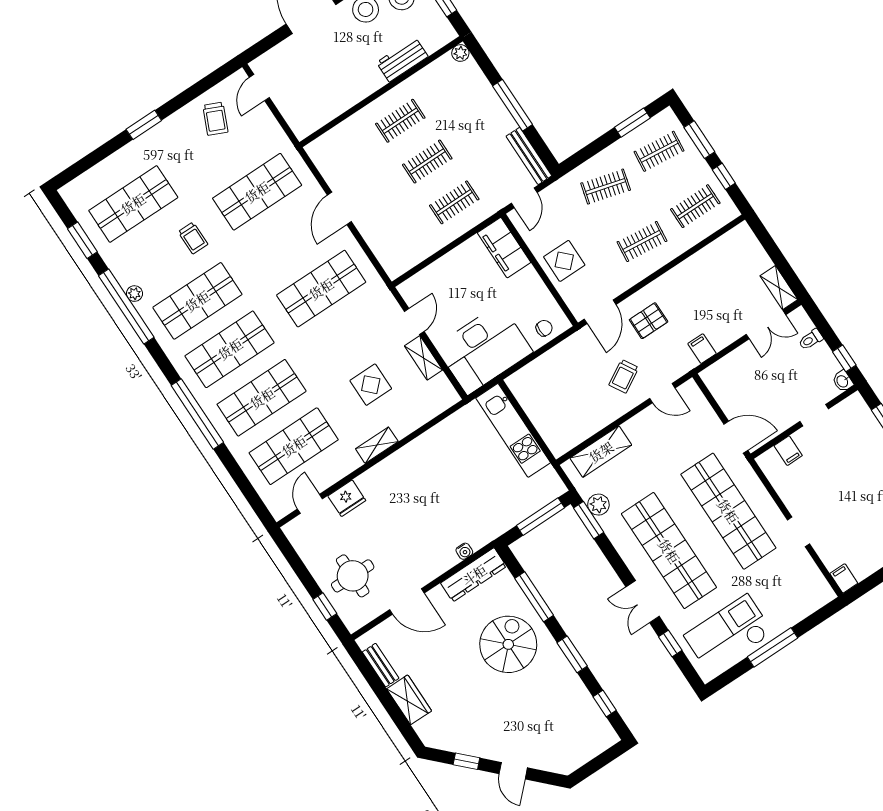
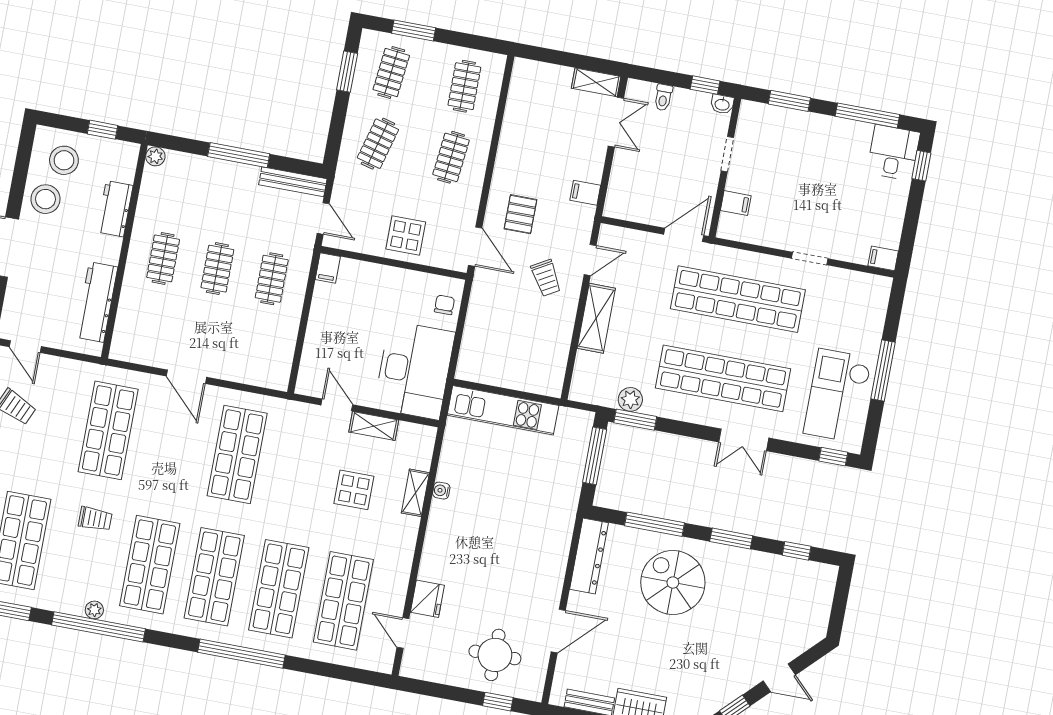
workbench: (332, 105) -> (97, 302), added
window: (724, 176) -> (463, 40), removed
filing cabinet: (504, 248) -> (328, 268), width x0.33, depth x0.86
shelving: (377, 445) -> (415, 493), moved
shelving: (601, 452) -> (596, 318), moved
water cooler: (464, 551) -> (441, 491), moved, turned 180
window: (670, 643) -> (833, 457), moved

